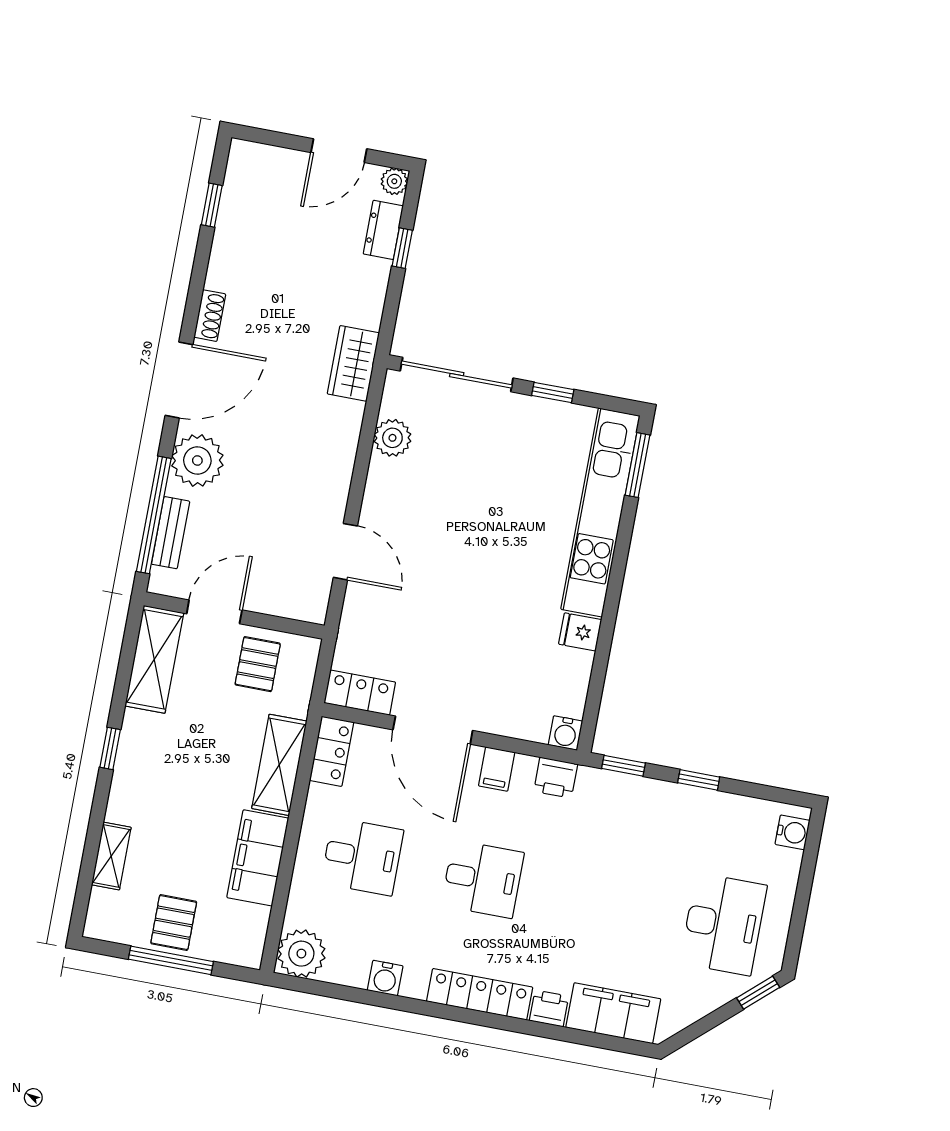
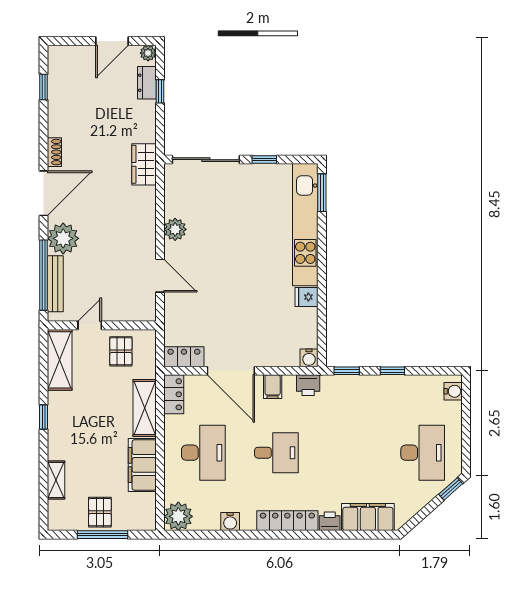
plant: (392, 438) -> (175, 229), moved
bench: (171, 533) -> (55, 284), width x1.36
door: (214, 612) -> (90, 325), width x0.73
desk: (362, 857) -> (203, 453), width x1.37

